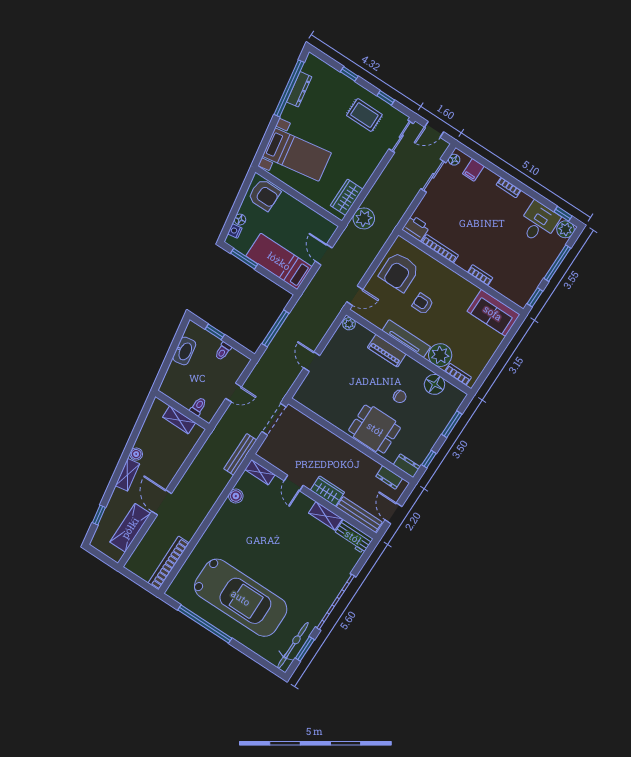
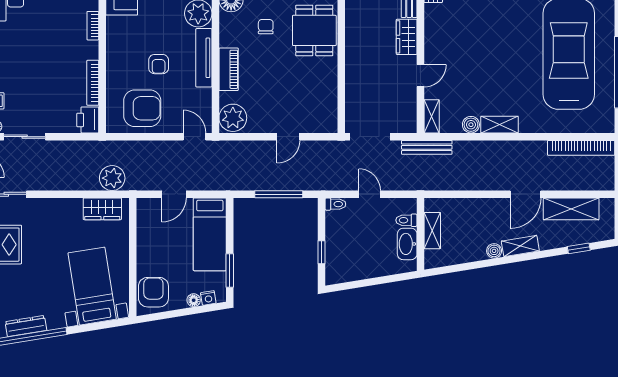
plant: (349, 324) -> (233, 118), width x1.88, depth x1.88
washbasin: (184, 351) -> (407, 244), moved, turned -81
toilet: (223, 351) -> (335, 204), moved
shelving: (325, 516) -> (500, 125), moved, turned 90

